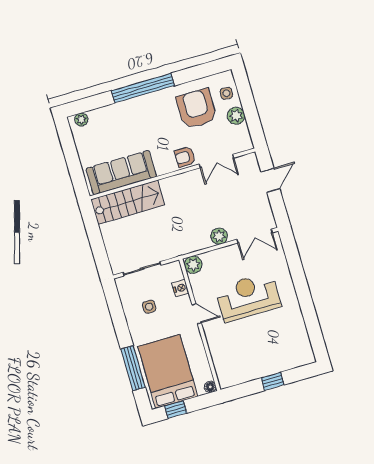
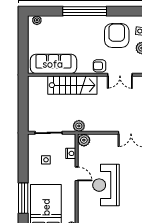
stairs: (128, 202) -> (72, 85), moved
plant: (219, 236) -> (79, 126), moved
reception desk: (248, 297) -> (106, 185), moved, turned -90

